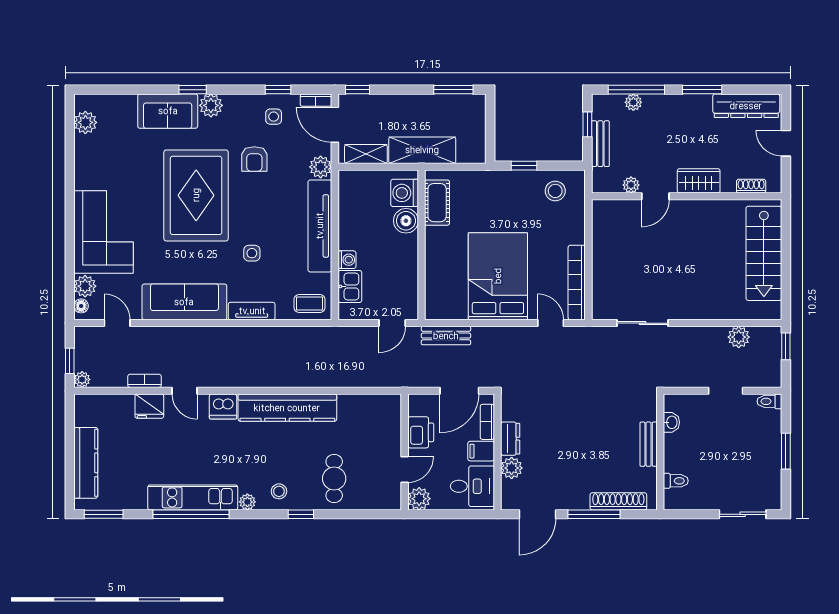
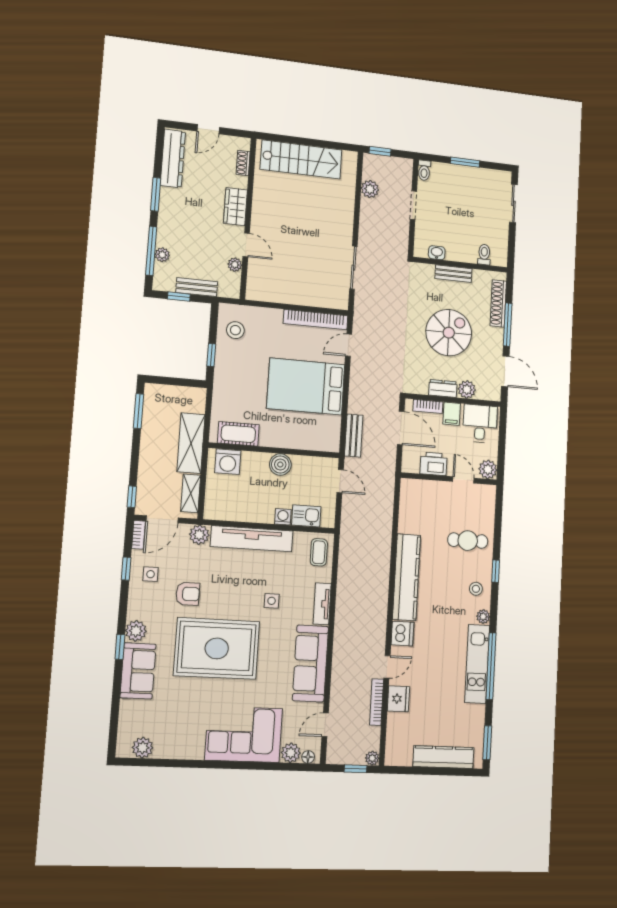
boiler: (406, 221) -> (280, 465), moved
bookcase: (145, 381) -> (377, 702), width x1.56
spiral stairs: (577, 442) -> (449, 333), added

